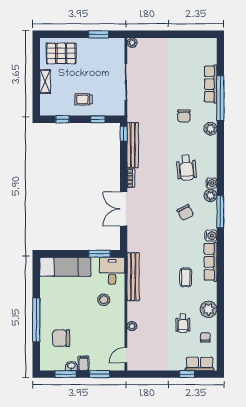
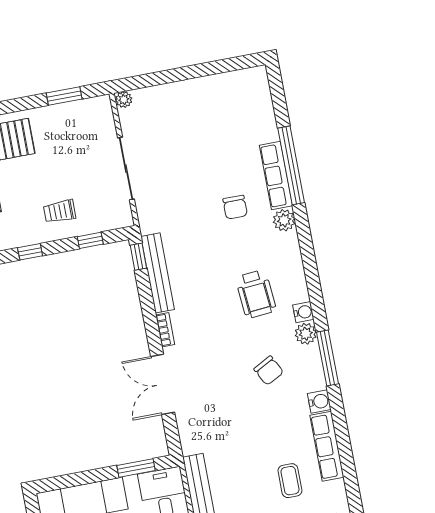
row of seats: (211, 84) -> (276, 175), moved

